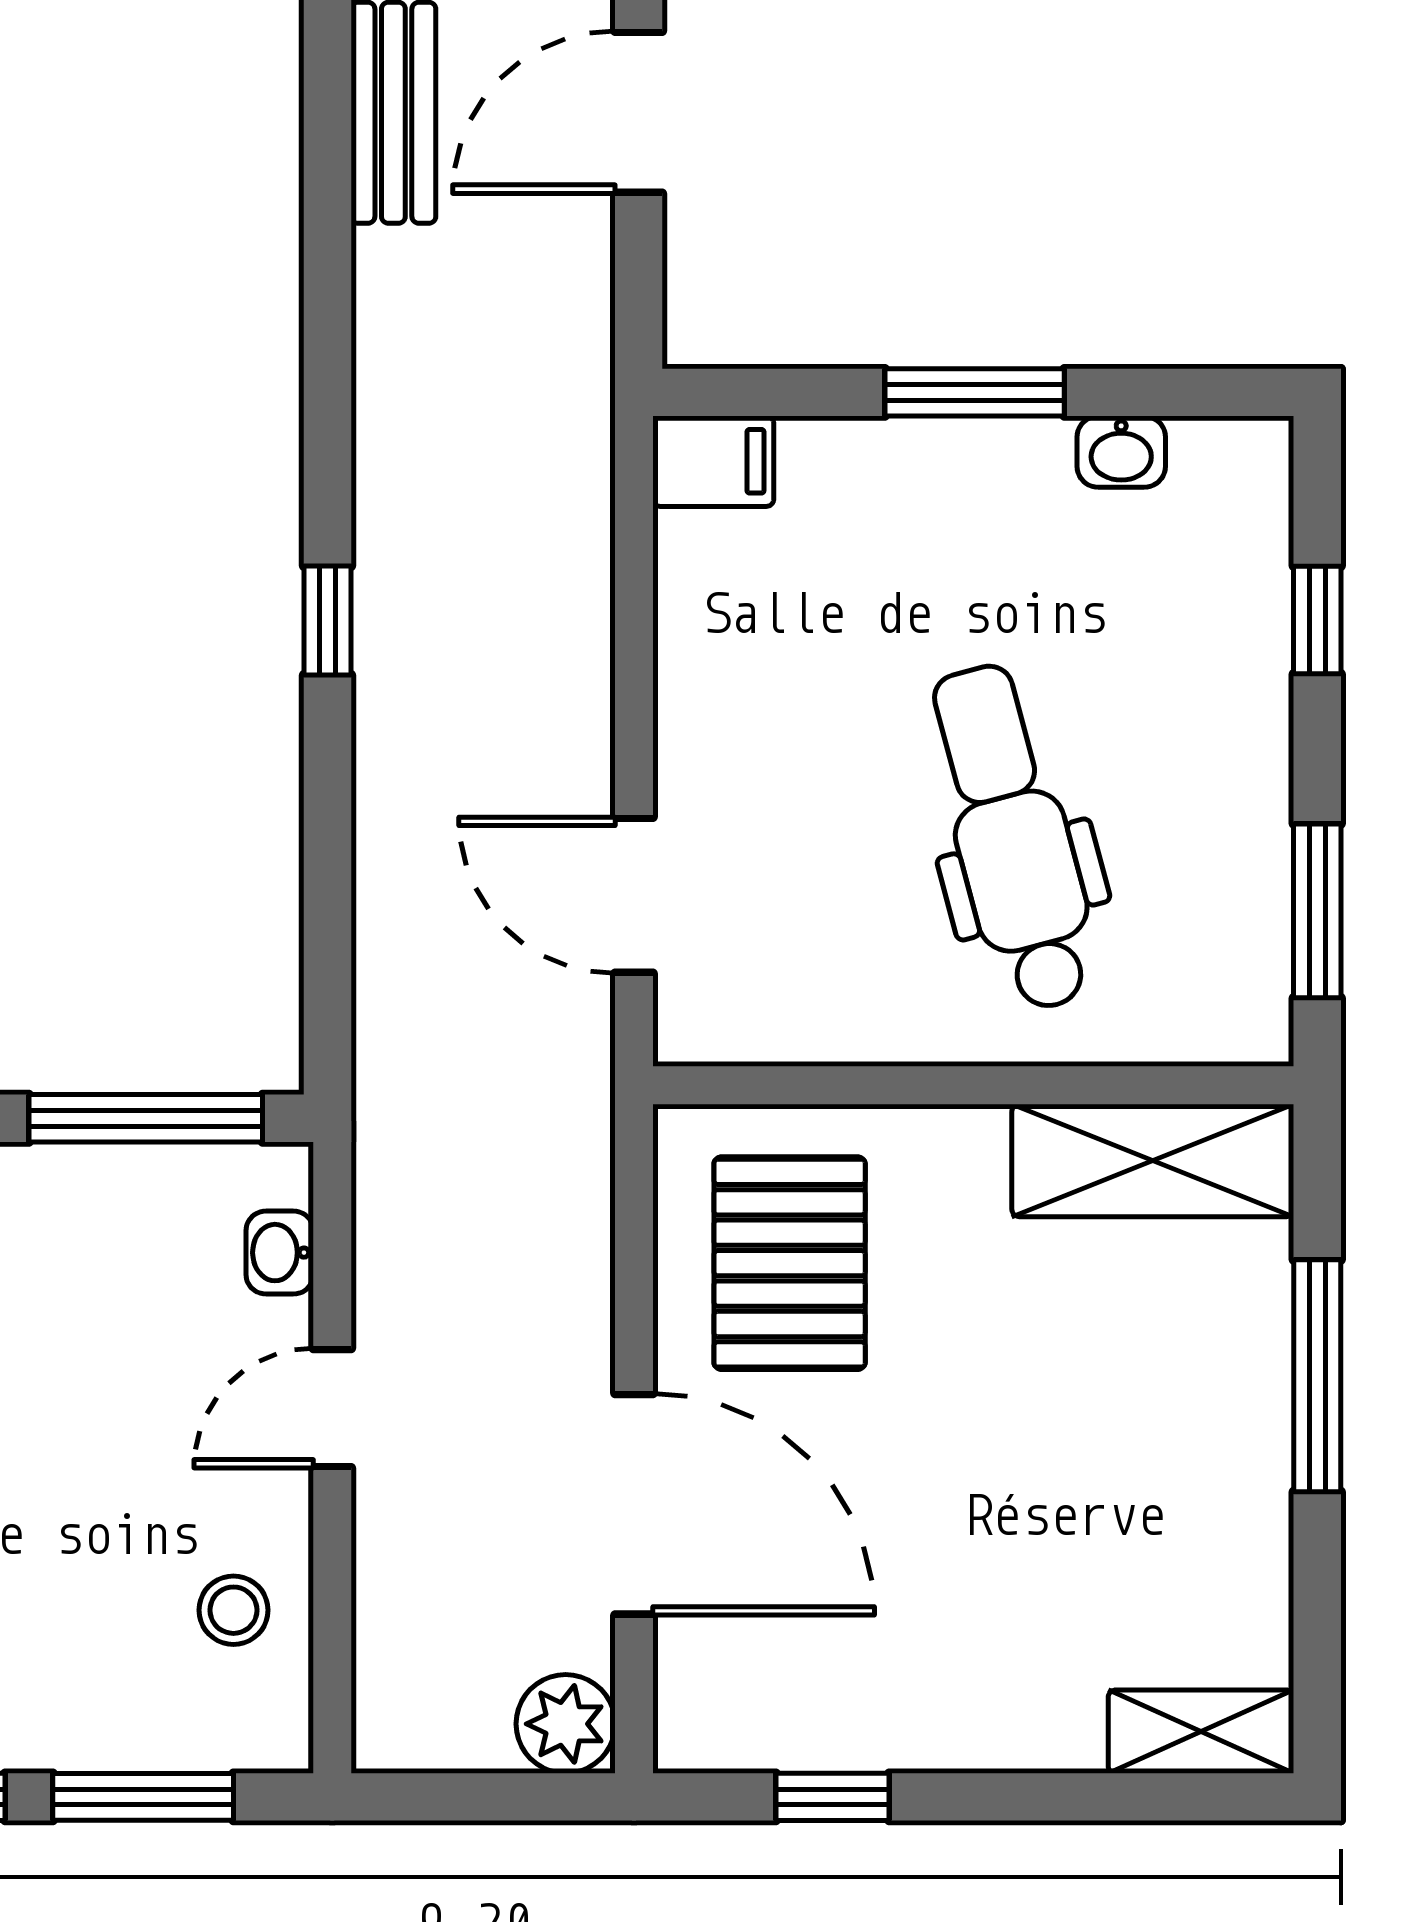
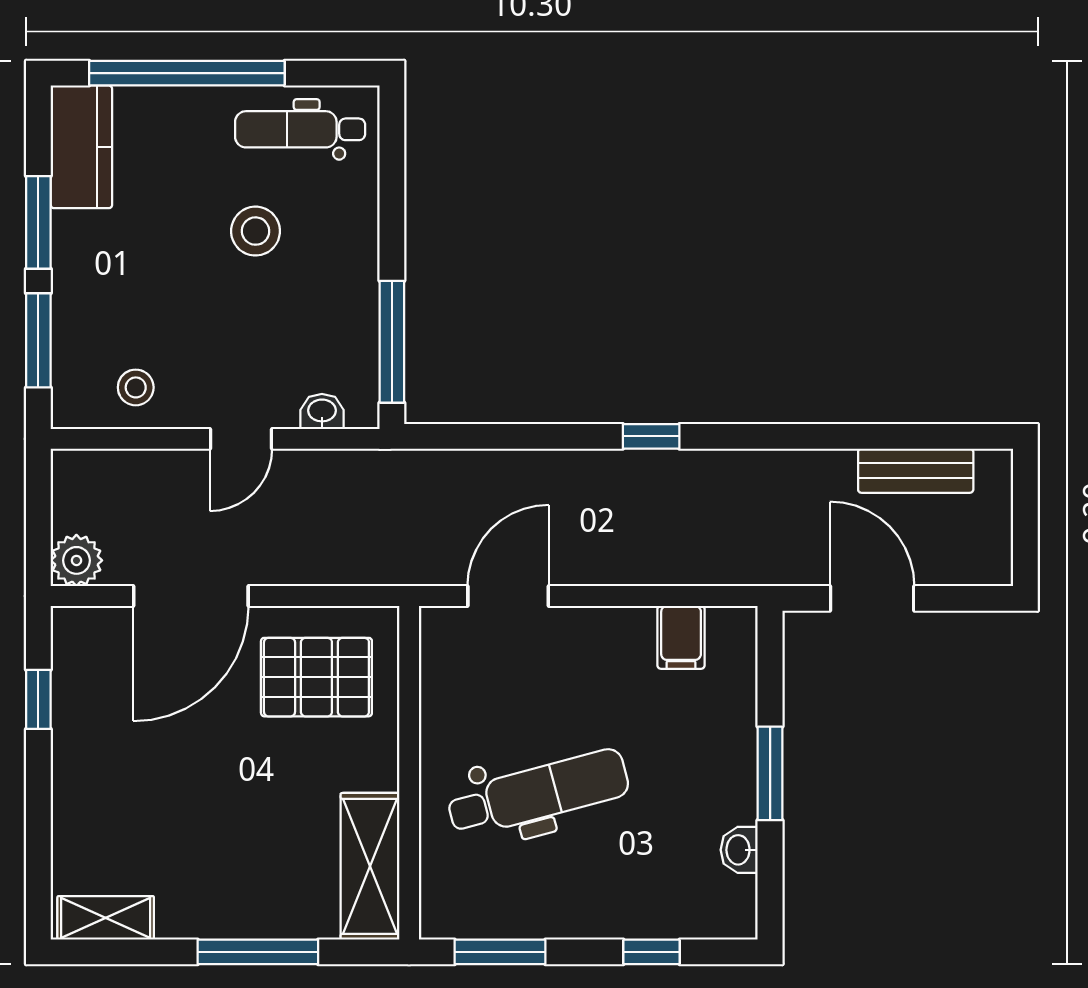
door: (639, 112) -> (872, 598), moved
filing cabinet: (713, 461) -> (681, 637), moved
door: (332, 1408) -> (241, 439), swing flipped
shelving: (1201, 1732) -> (106, 918), moved, turned 90

